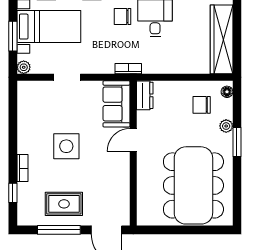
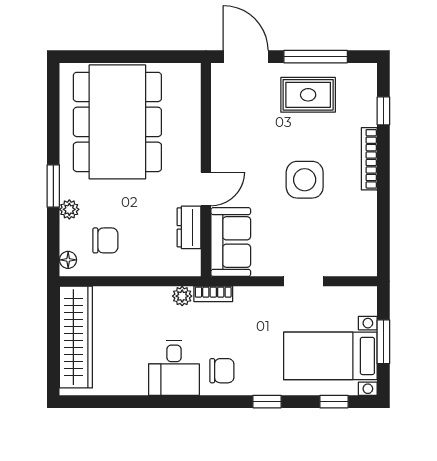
plant: (24, 67) -> (182, 296), moved
dresser: (145, 95) -> (189, 227), moved
bookcase: (22, 168) -> (369, 159), width x1.56

